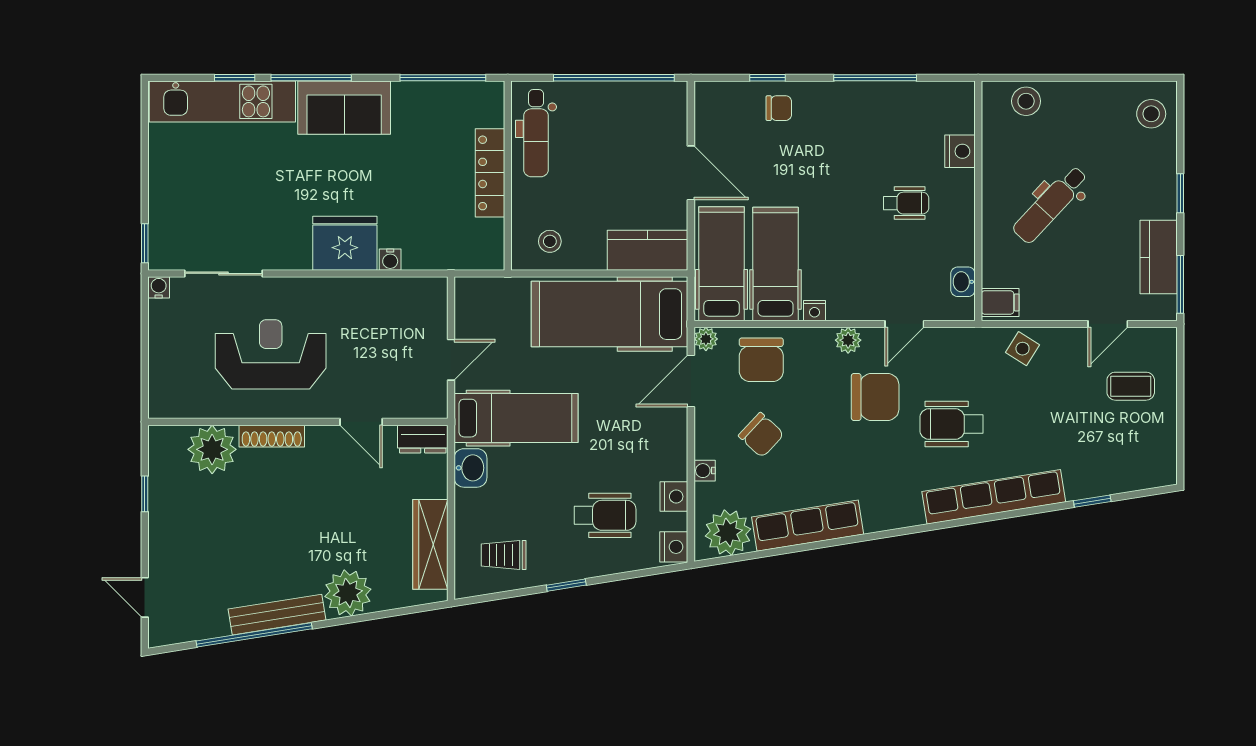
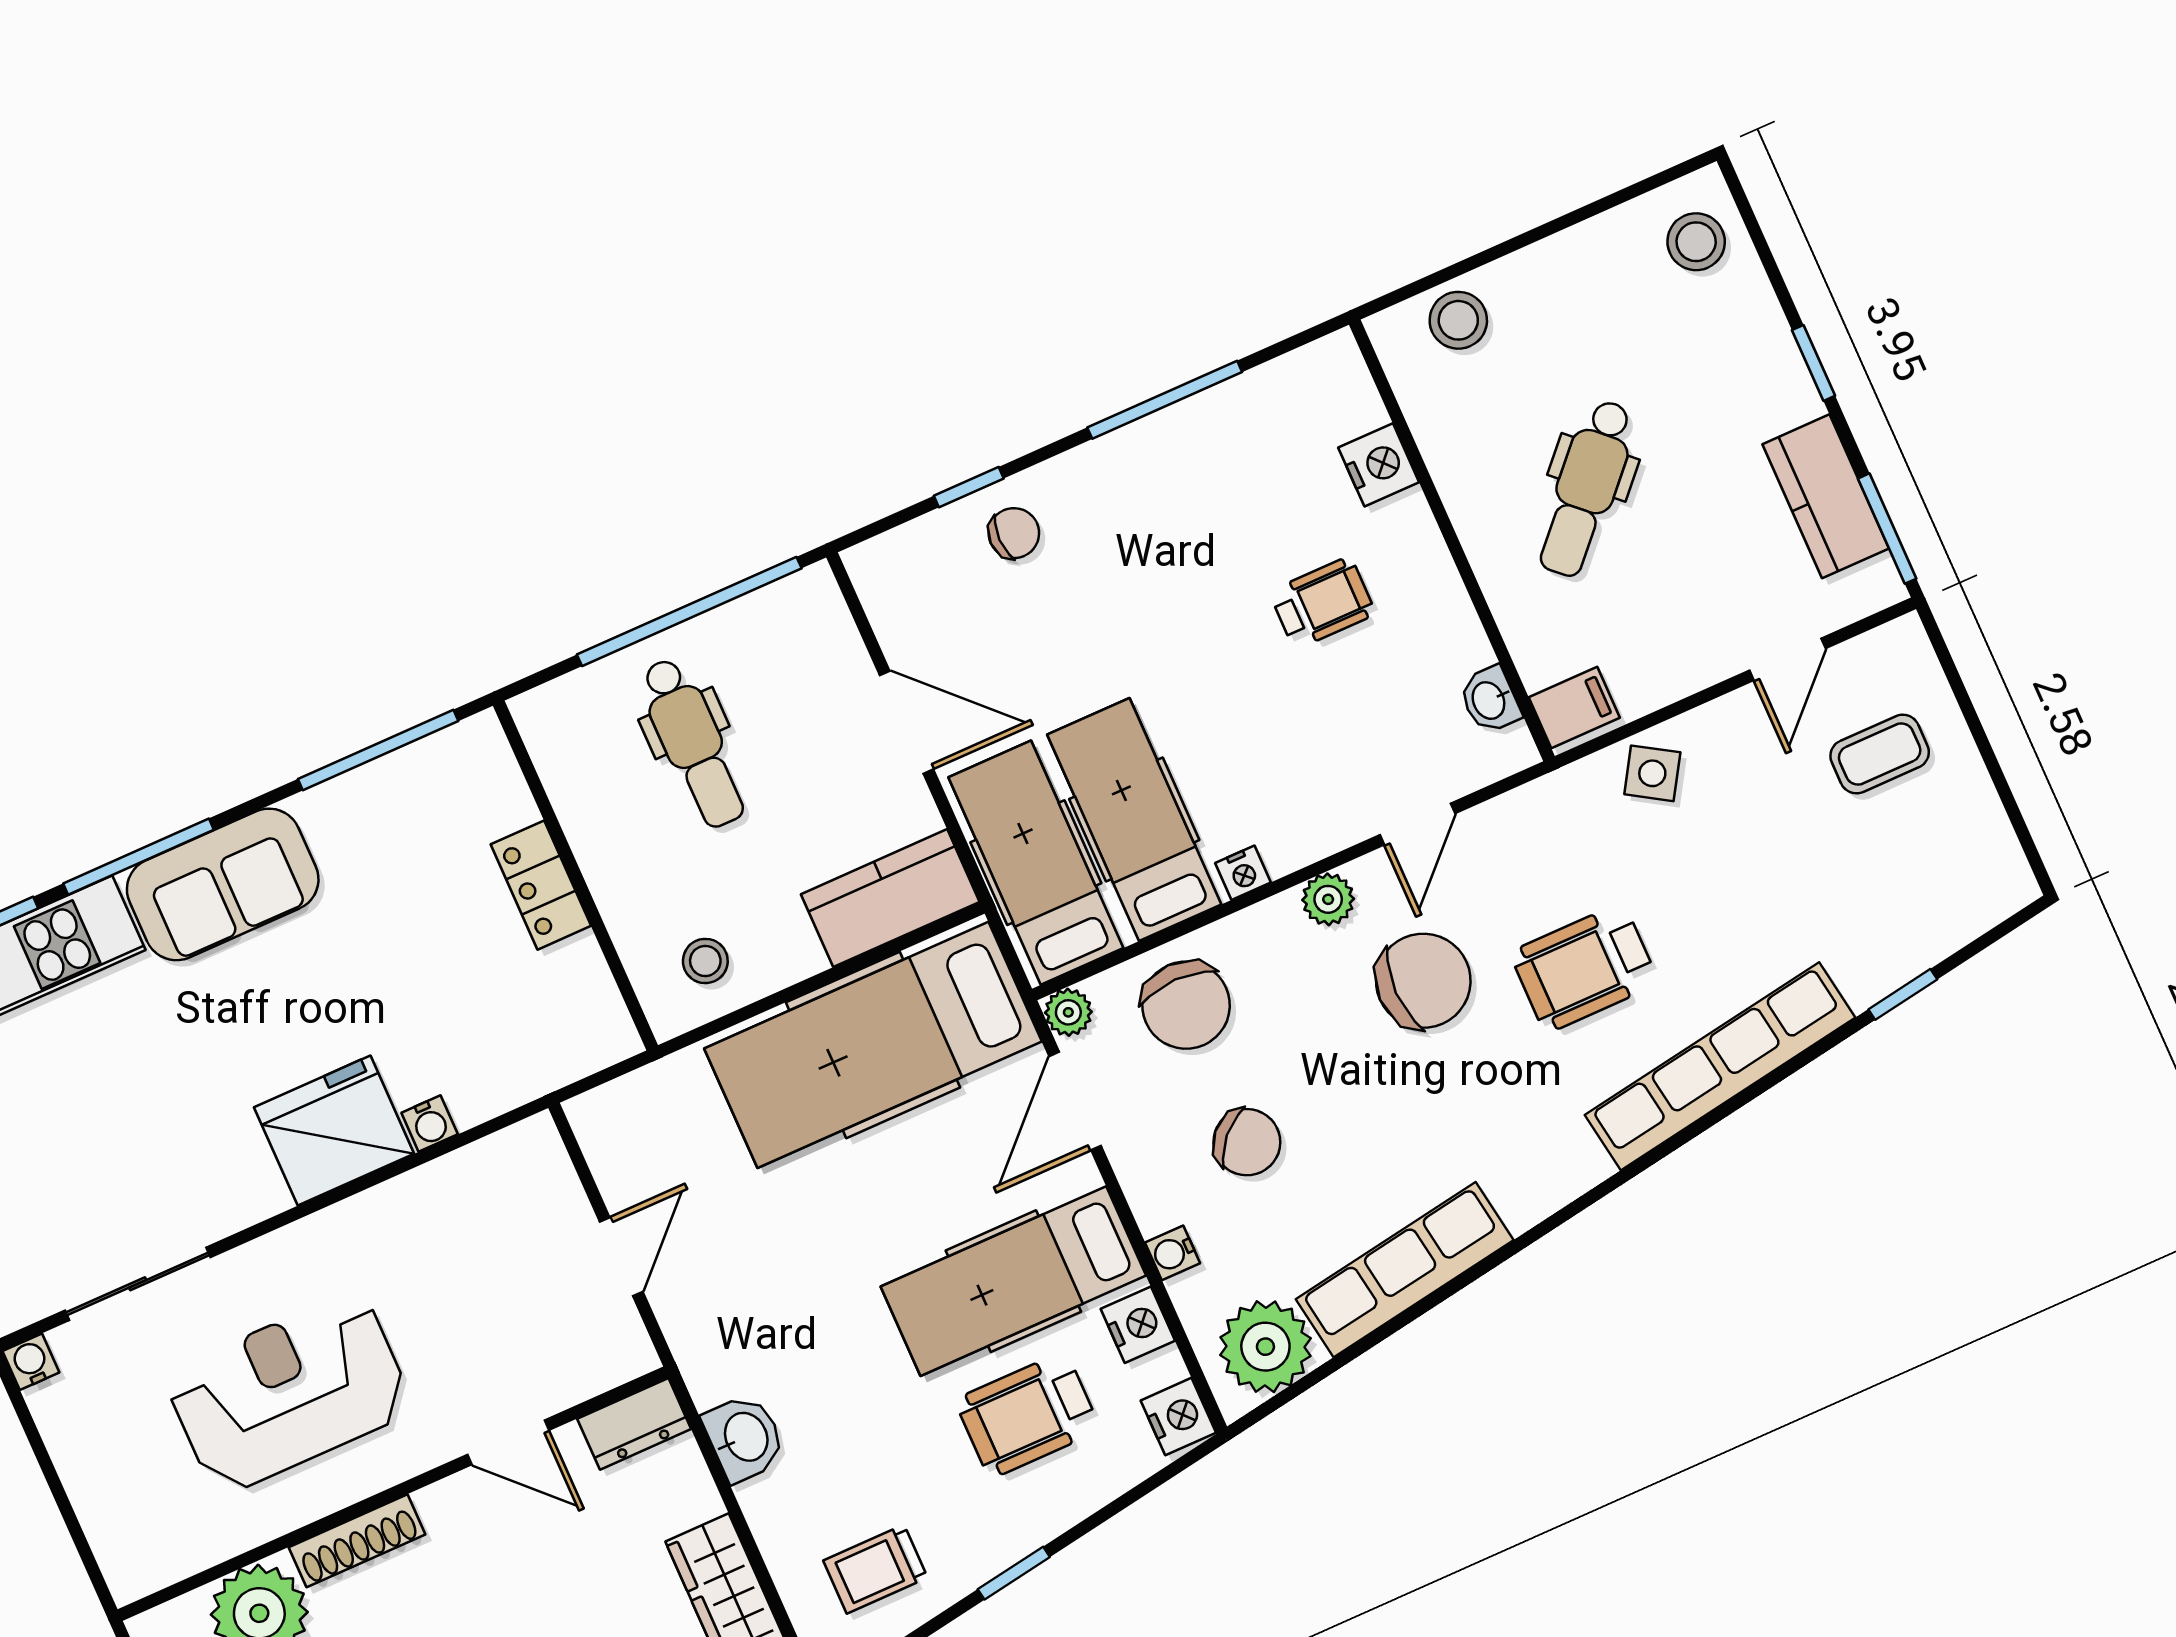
dental chair: (536, 133) -> (693, 743), moved
locker: (490, 173) -> (541, 885), width x0.66
hospital bed: (516, 418) -> (1013, 1281), moved, turned 180
wheelchair: (605, 515) -> (1028, 1415), turned 180

